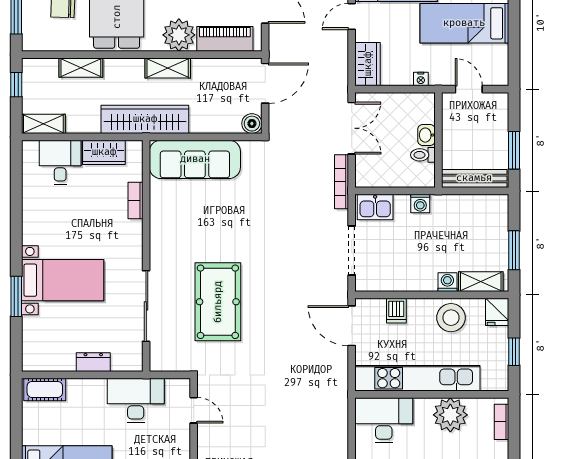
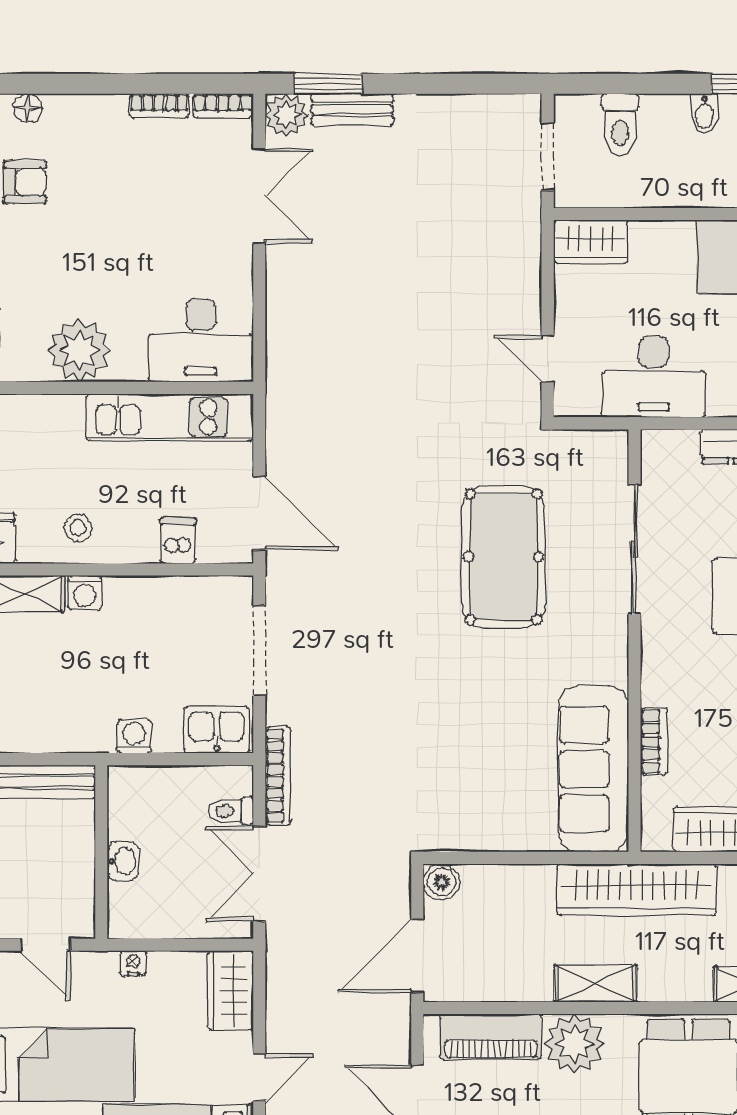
toilet: (423, 155) -> (231, 811), moved, turned 180
sofa: (195, 159) -> (593, 769), moved, turned -90
stool: (451, 318) -> (78, 528), width x0.53, depth x0.53
kitchen unit: (417, 378) -> (170, 417), width x0.73

